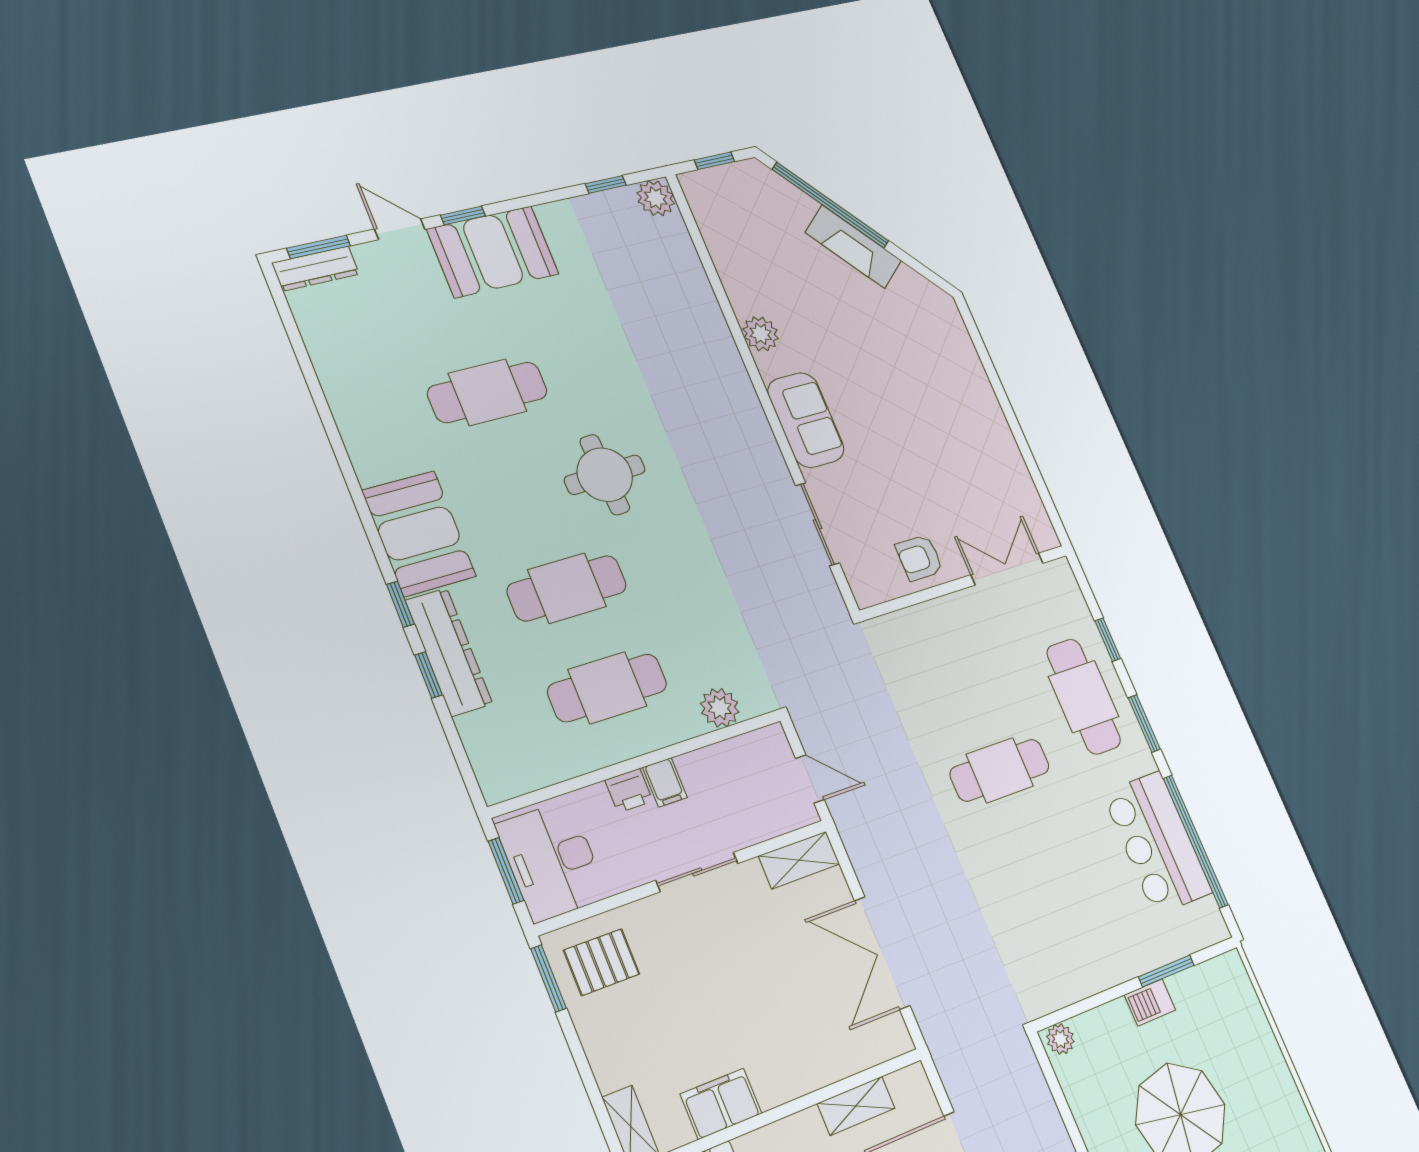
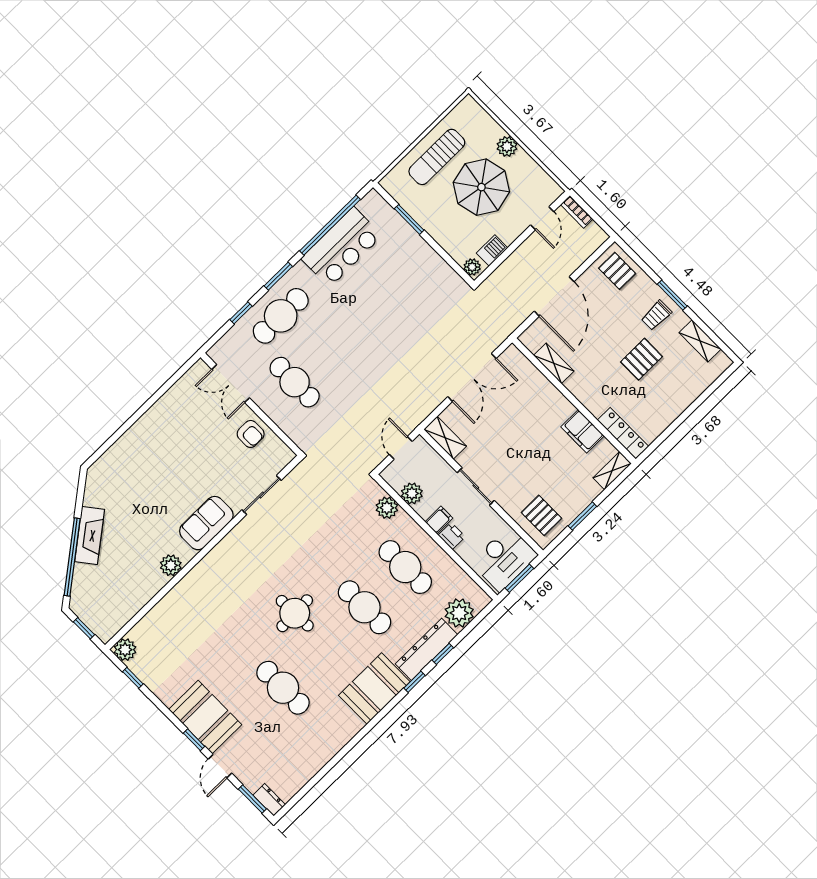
dresser: (316, 269) -> (269, 800), width x0.70
plant: (489, 738) -> (459, 613), added
plant: (727, 760) -> (412, 493), added
cafe table: (1000, 770) -> (295, 382), moved
window: (548, 978) -> (582, 516), moved
barbecue: (1150, 1003) -> (492, 250), moved, turned -90
sun lounger: (1248, 1063) -> (437, 157), added

